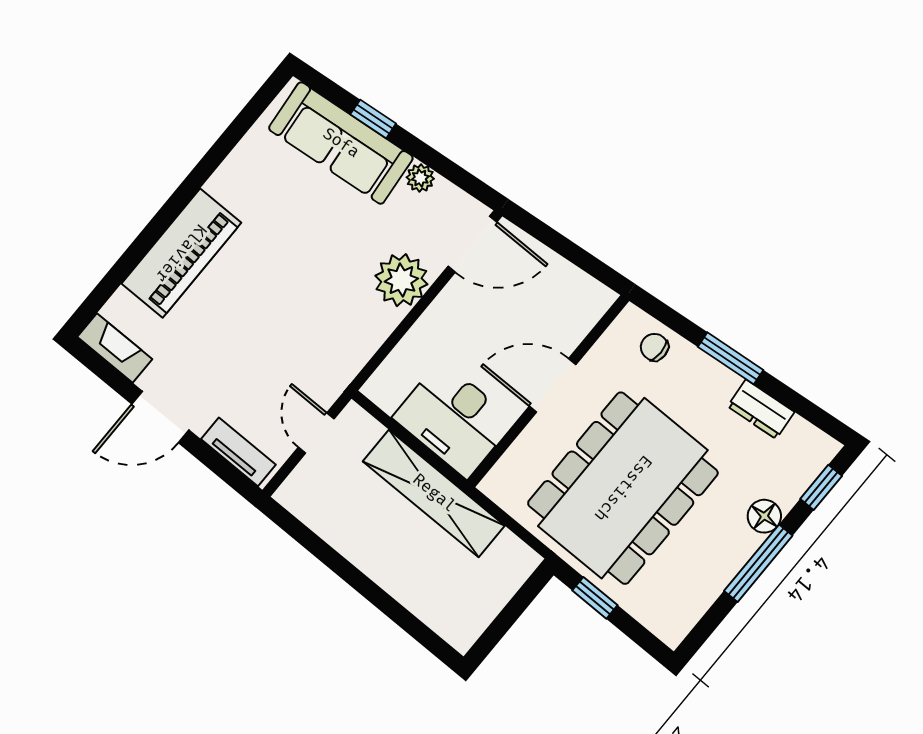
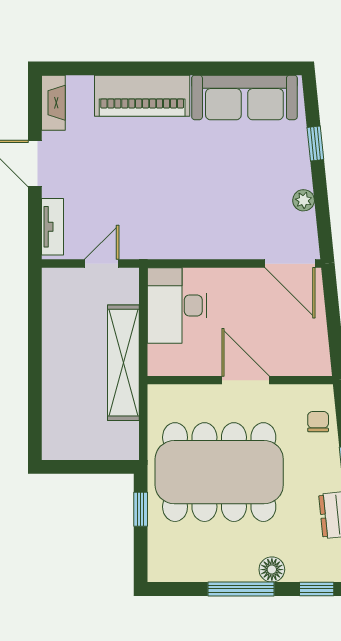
sofa: (341, 143) -> (244, 97), moved, turned -84
plant: (401, 280) -> (234, 239), removed
desk: (454, 419) -> (177, 306), moved

